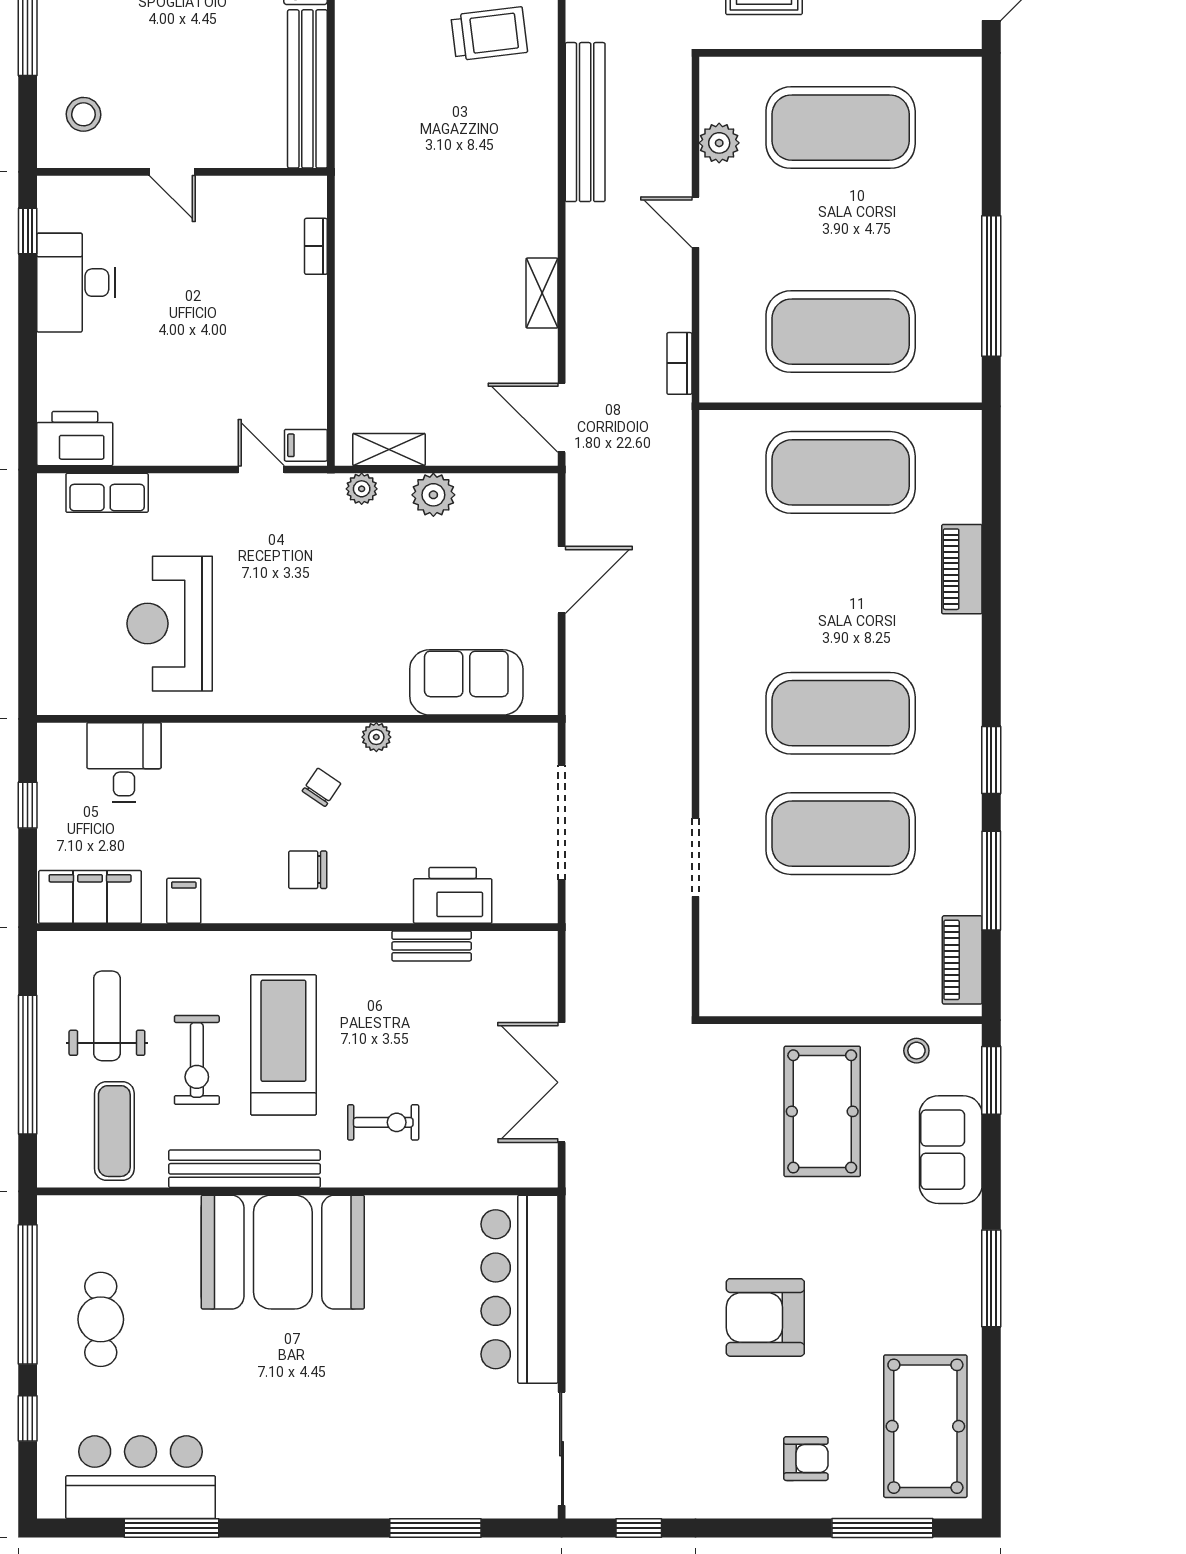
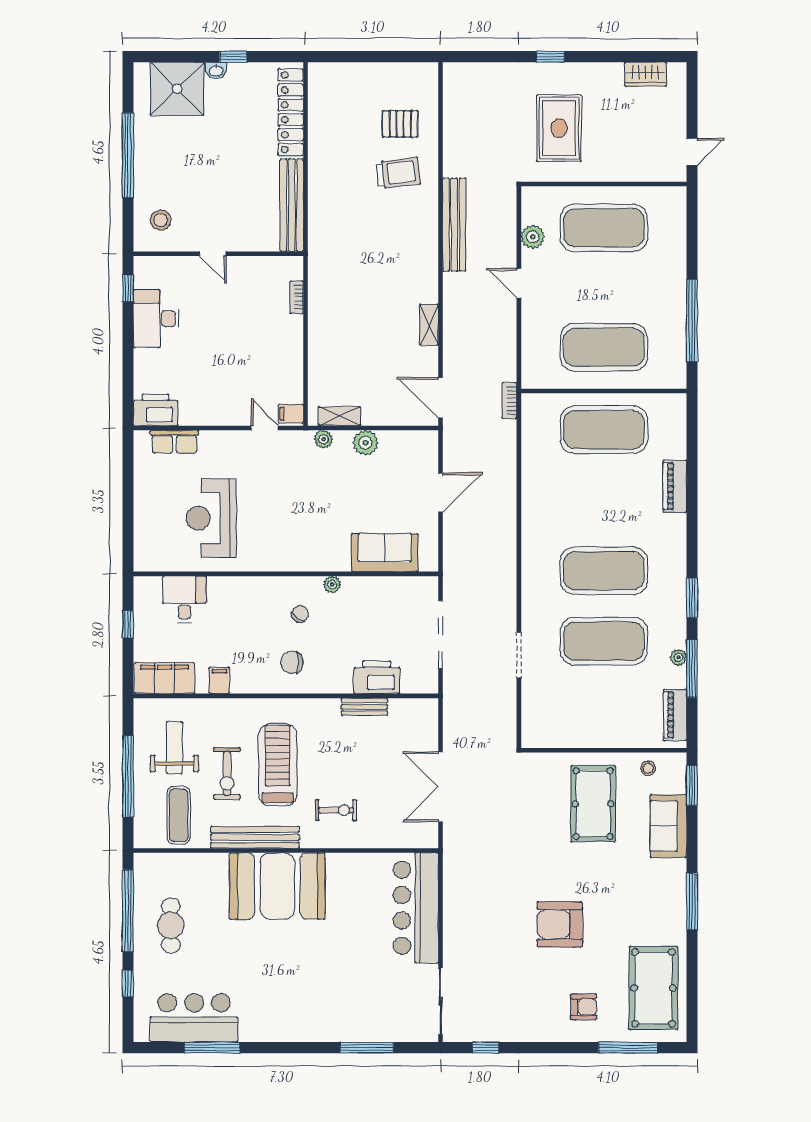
bookcase: (679, 363) -> (509, 401), moved
plant: (968, 861) -> (678, 657), added

